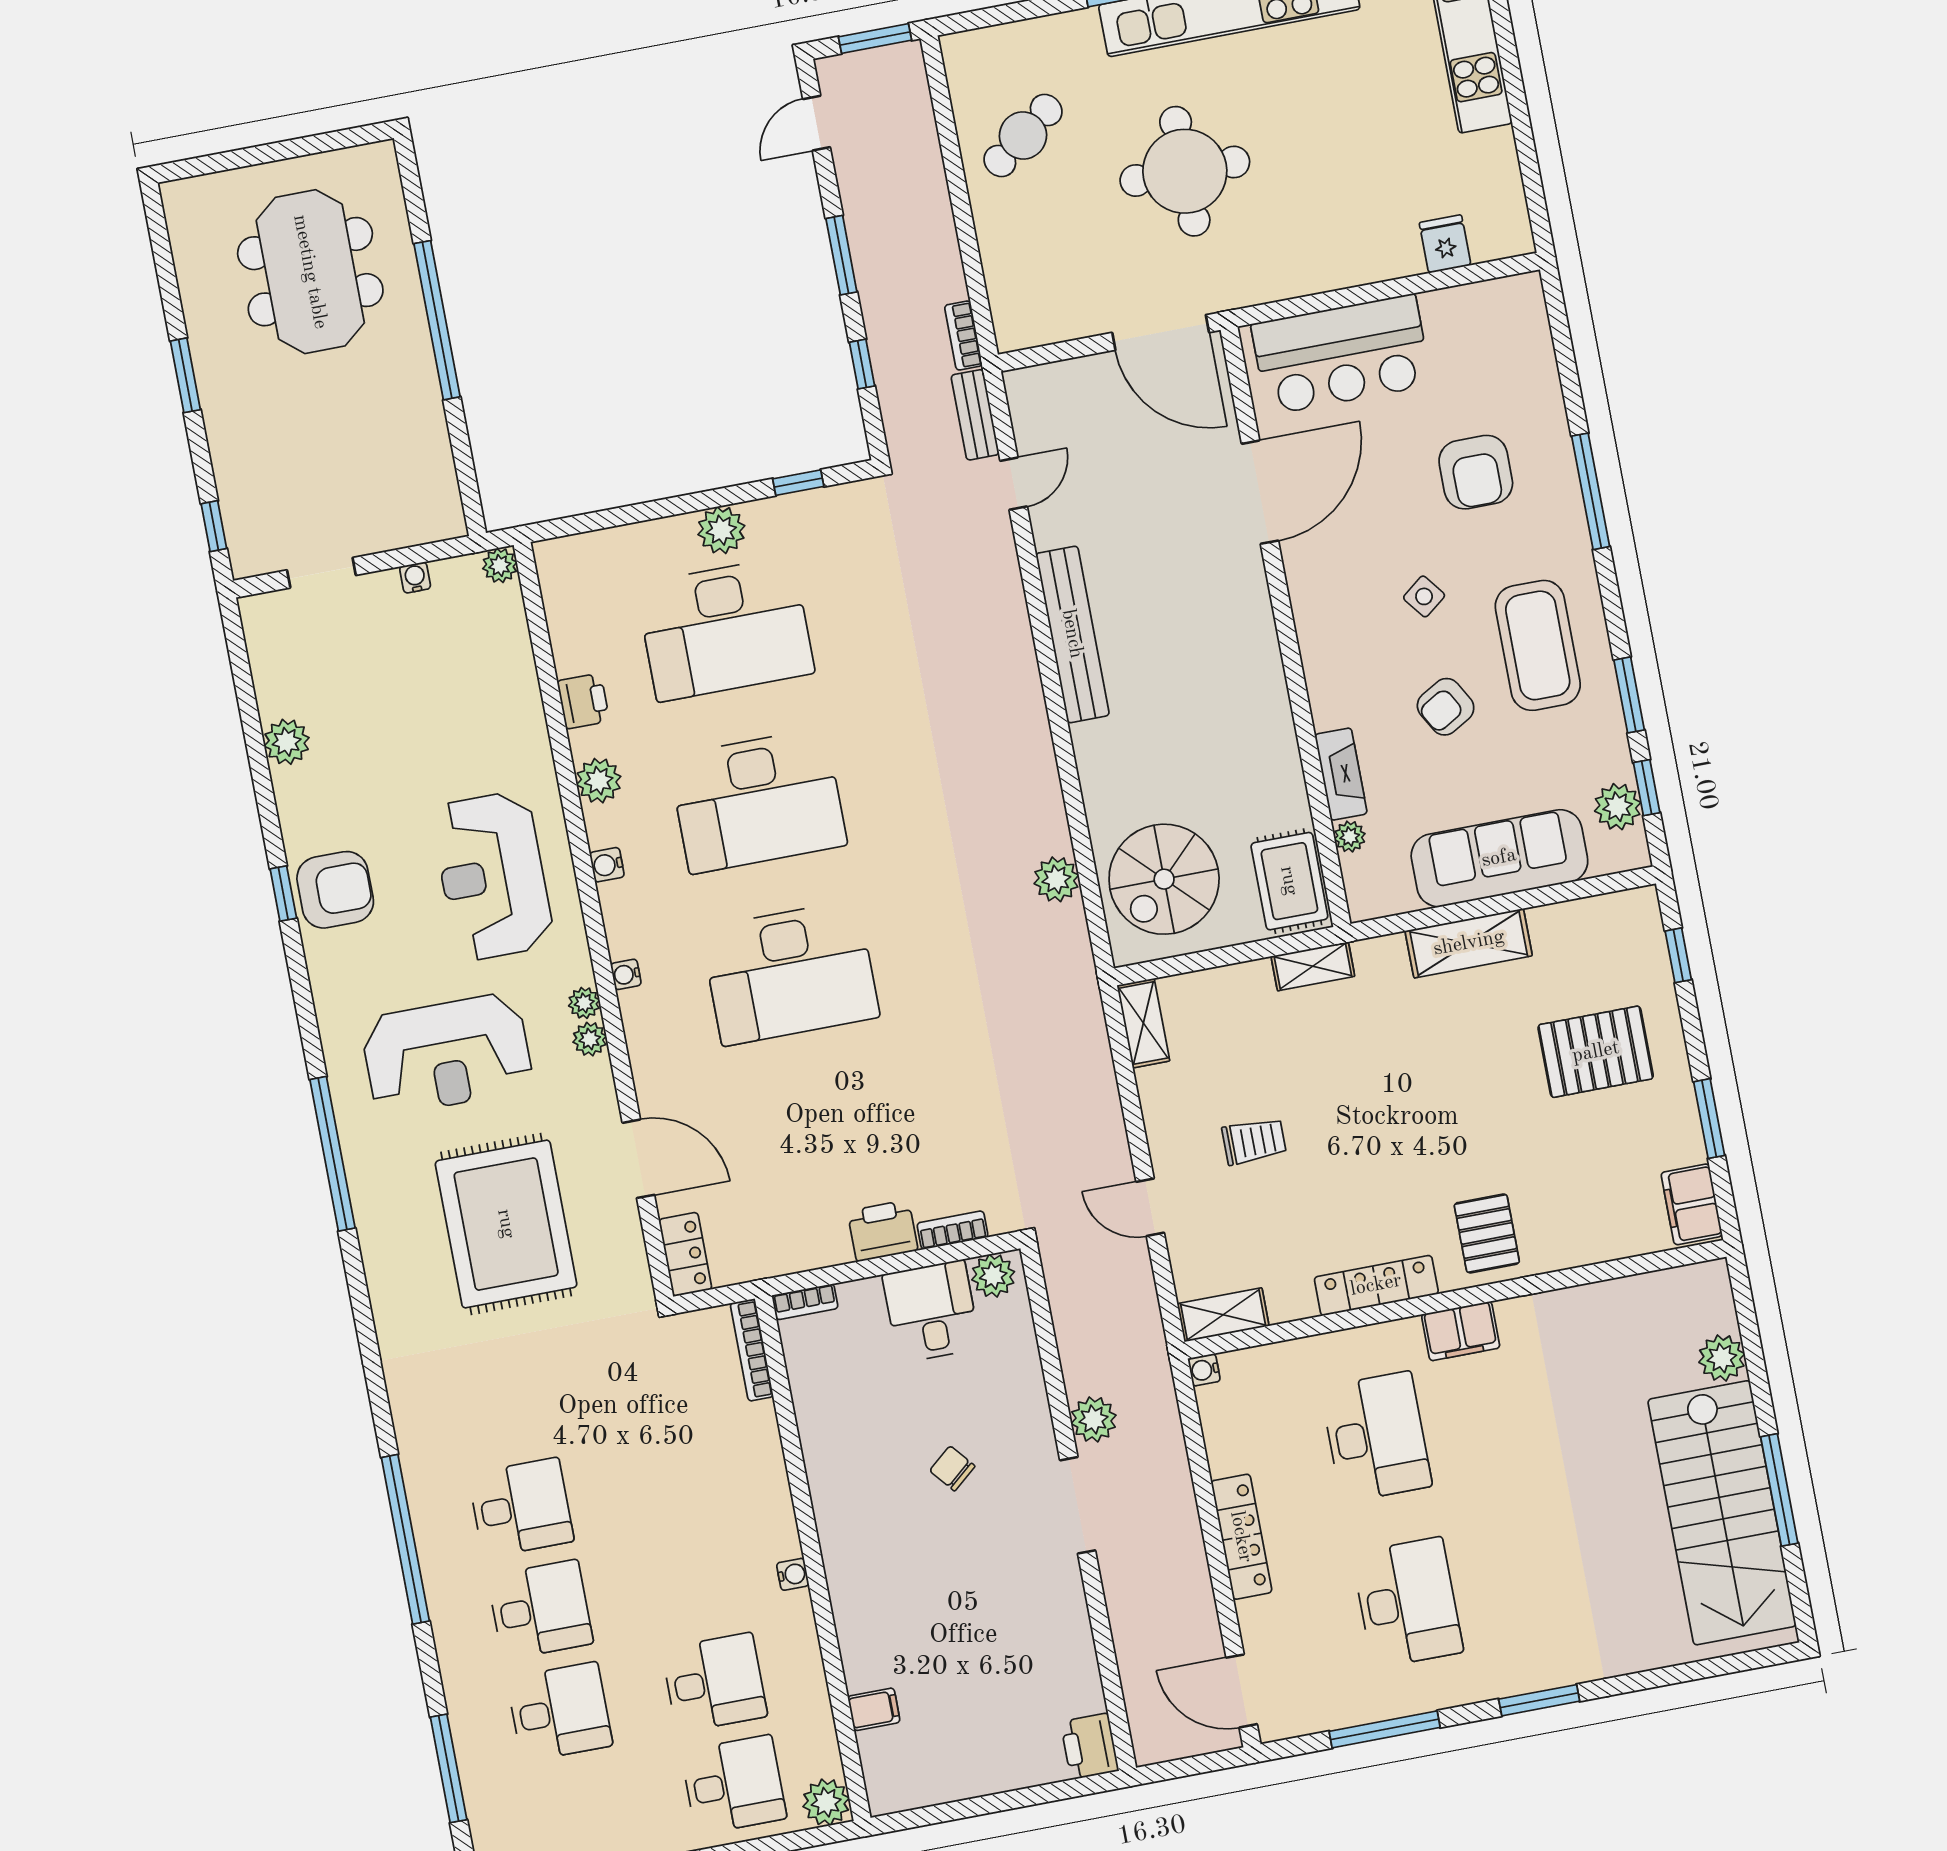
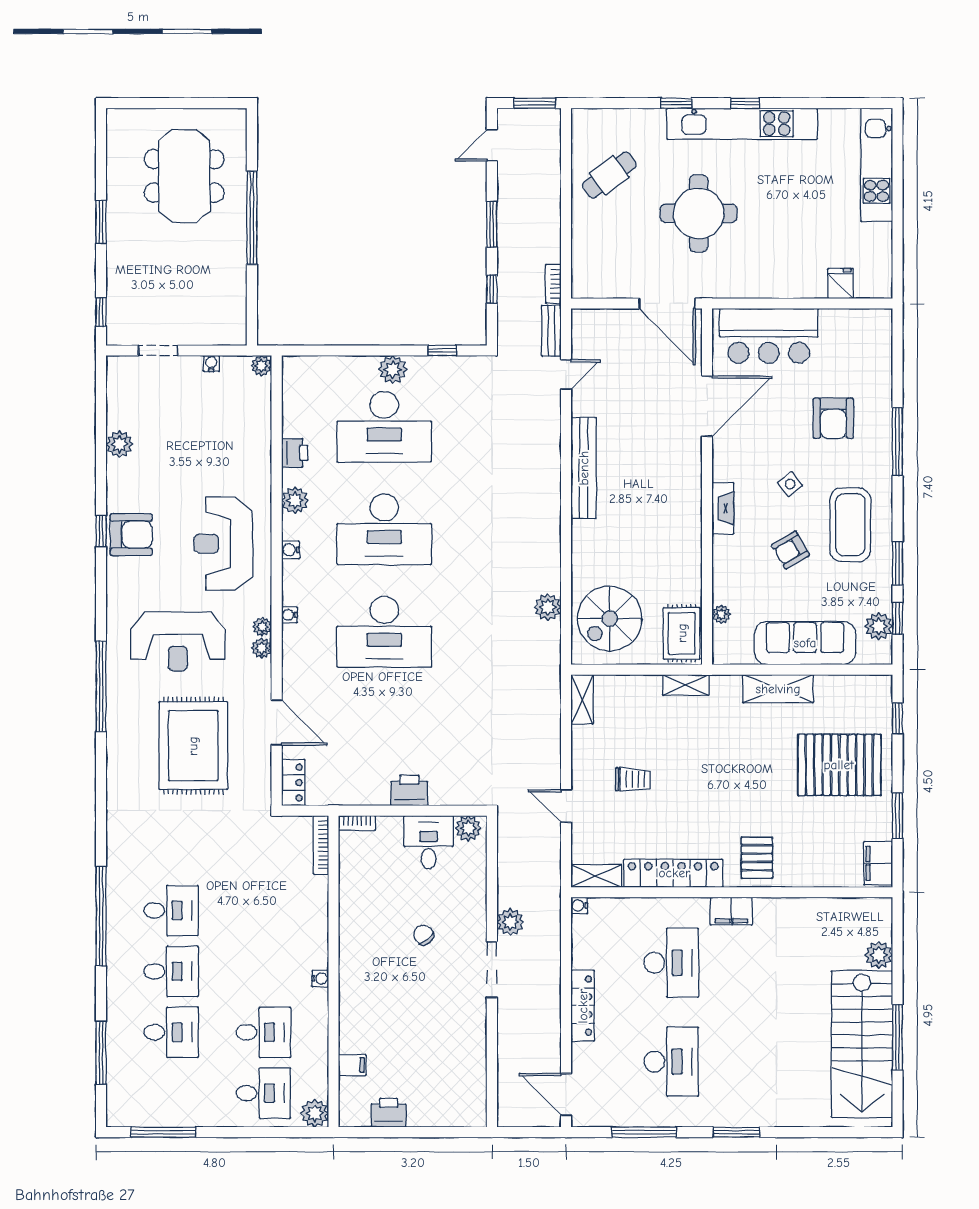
fireplace: (1341, 774) -> (723, 508), moved
pallet: (1596, 1052) -> (839, 765), width x1.37, depth x1.41
bookcase: (953, 1230) -> (450, 798), removed
locker: (1376, 1285) -> (673, 873), width x1.41, depth x1.21
printer: (1090, 1746) -> (389, 1113), moved, turned 90

